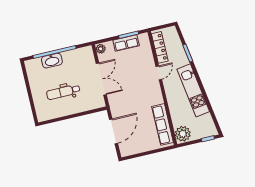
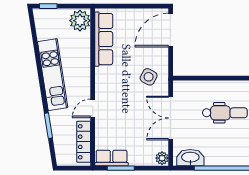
row of seats: (126, 43) -> (112, 158), moved
washbasin: (52, 61) -> (190, 158), moved
side table: (124, 105) -> (149, 77), added
door: (113, 131) -> (171, 30), moved

